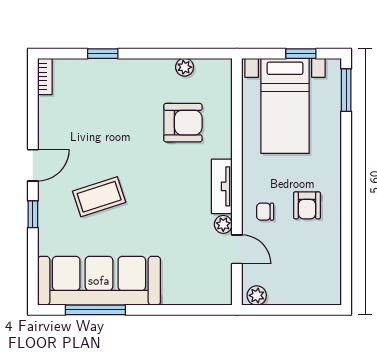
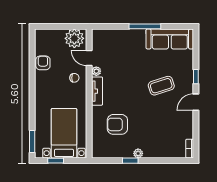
window: (103, 54) -> (130, 161), moved
plant: (185, 67) -> (138, 153), moved
armchair: (307, 205) -> (43, 63), moved
sofa: (99, 281) -> (170, 39), width x0.74, depth x0.79
plant: (257, 295) -> (74, 38), width x1.88, depth x1.88
window: (95, 310) -> (145, 26), moved

